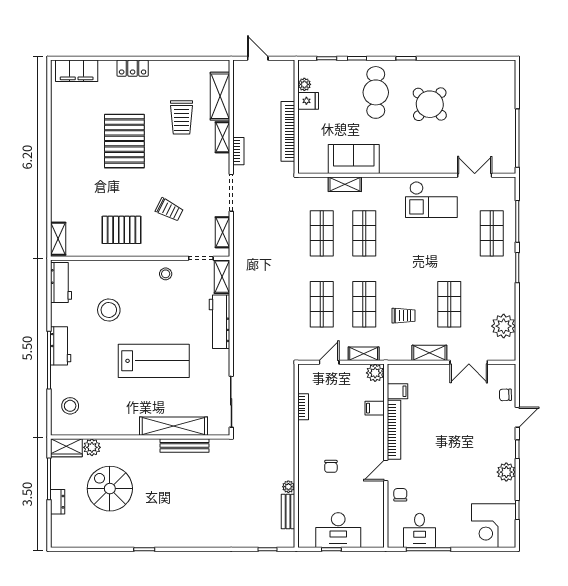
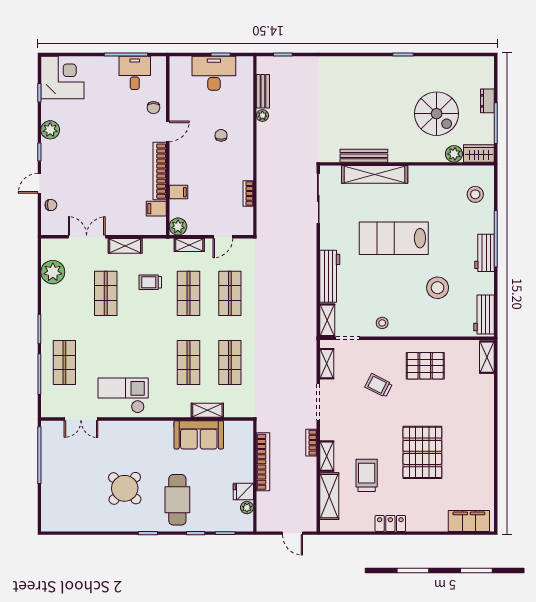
locker: (133, 68) -> (390, 523), moved

